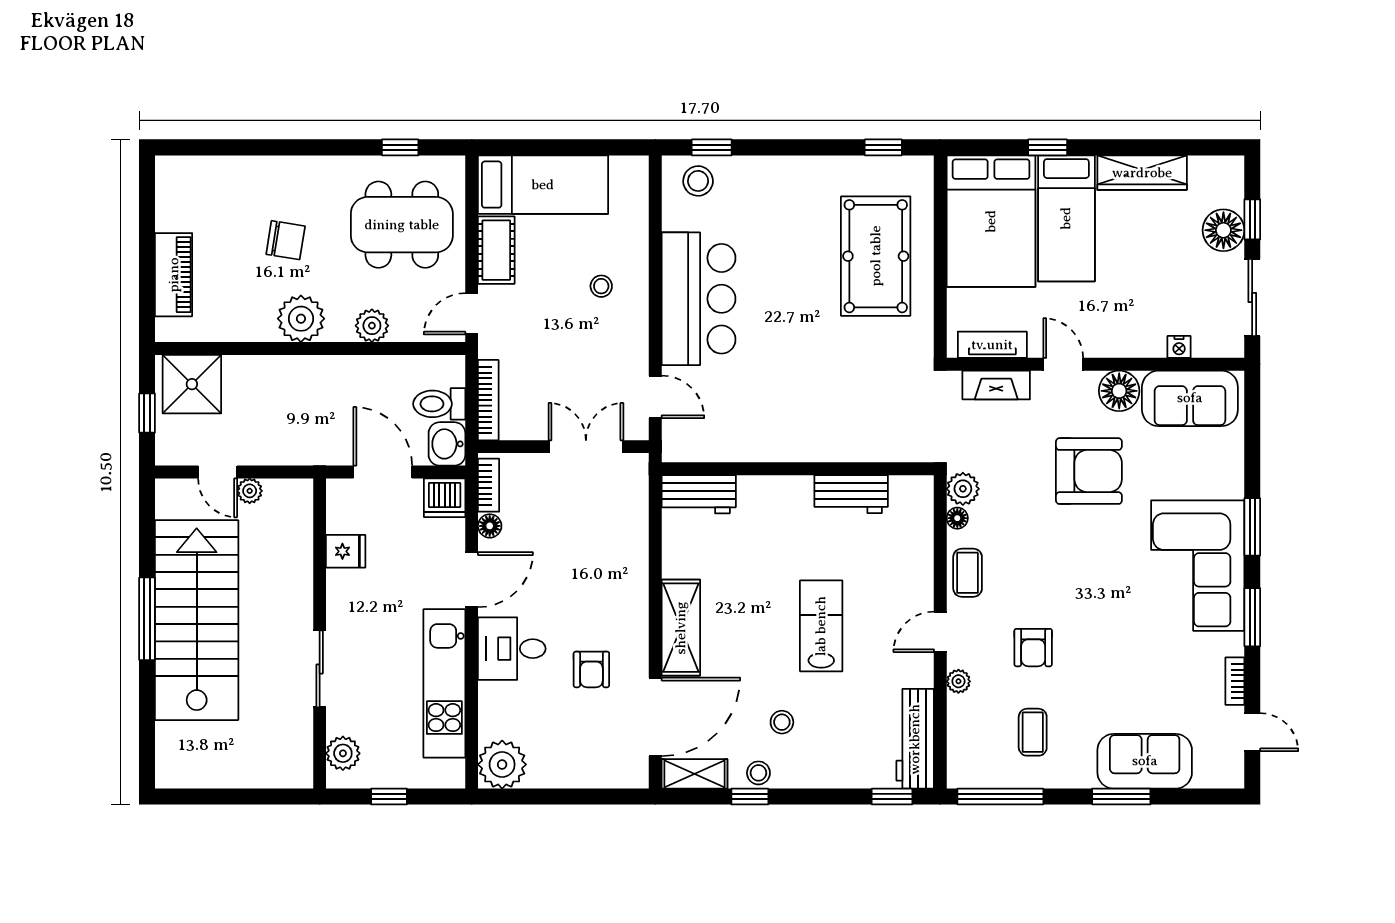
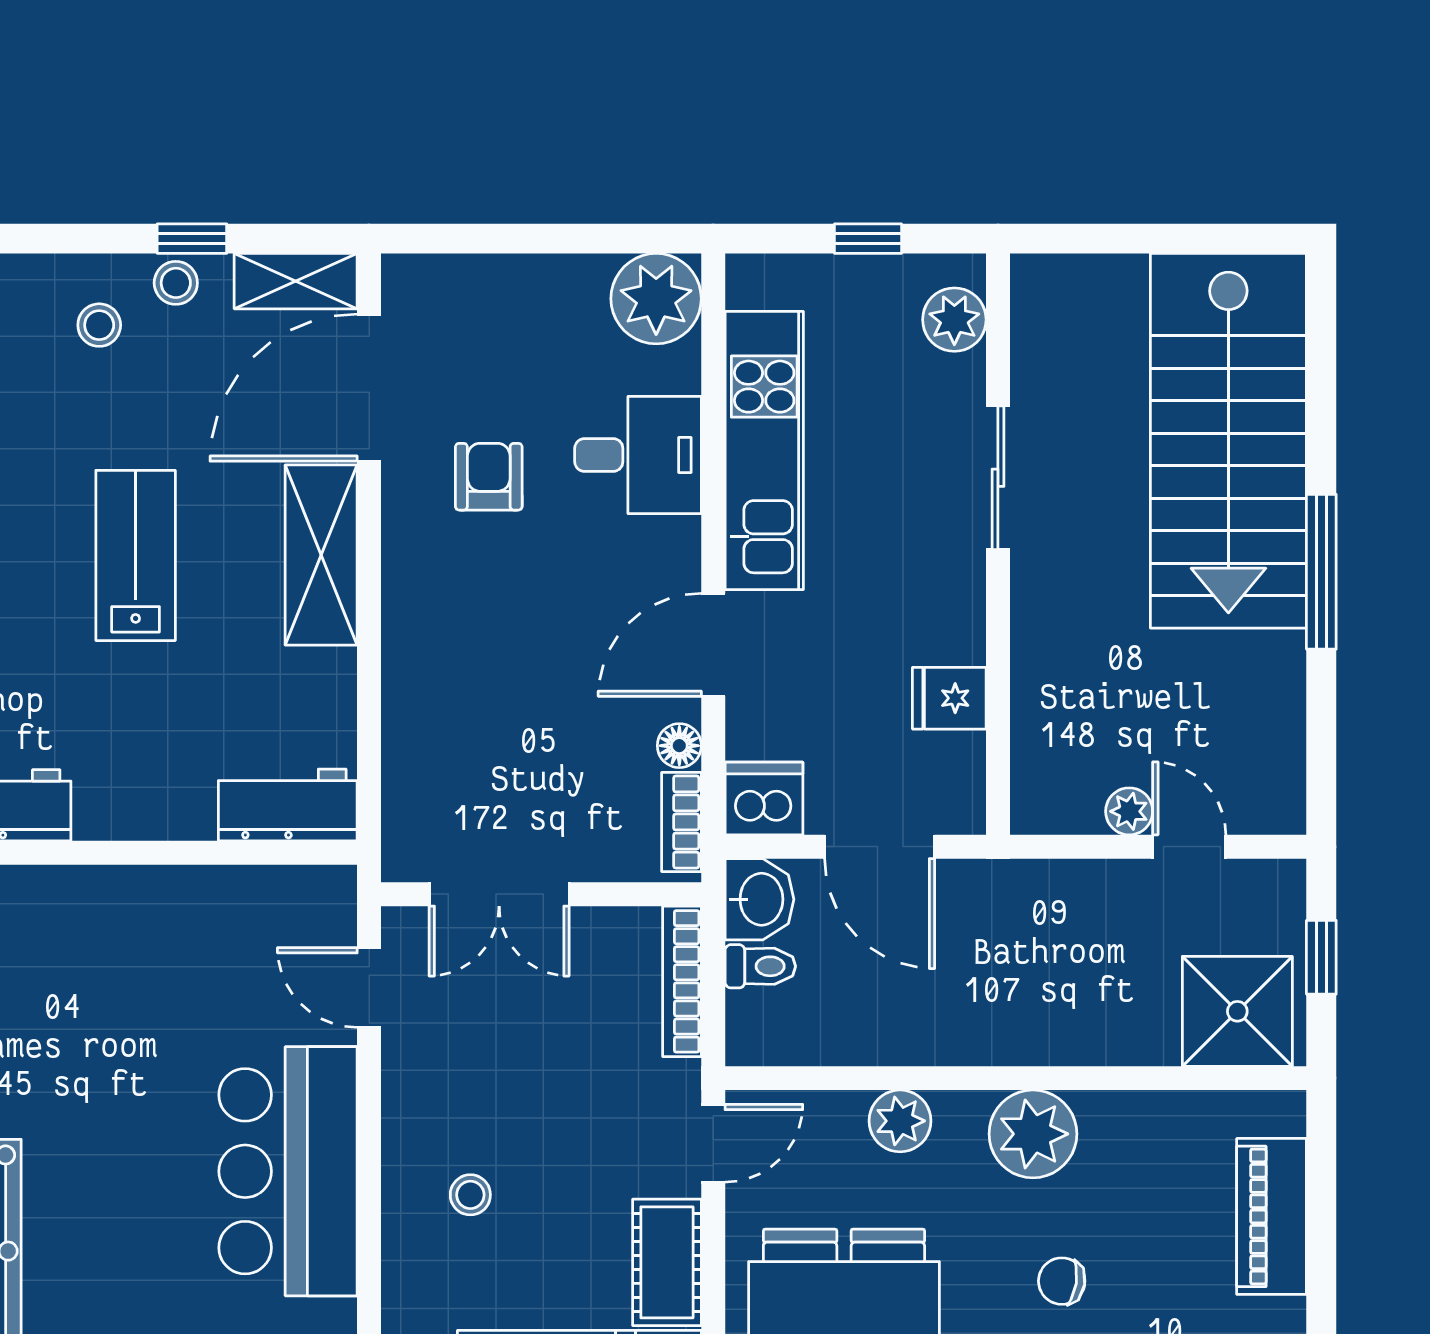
chair: (286, 240) -> (1062, 1281), width x0.73, depth x0.73
toilet: (439, 404) -> (760, 966), width x0.73, depth x0.72
stairs: (197, 620) -> (1228, 441), moved
lab bench: (821, 626) -> (136, 555), moved, turned 180
desk: (512, 649) -> (638, 455), moved
stool: (782, 722) -> (99, 325), moved

